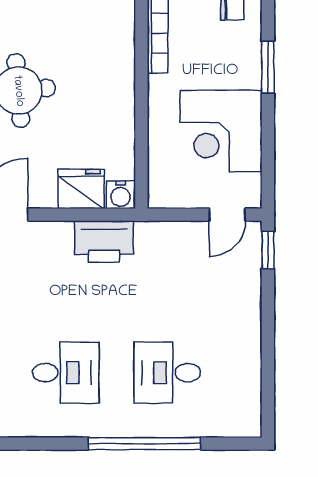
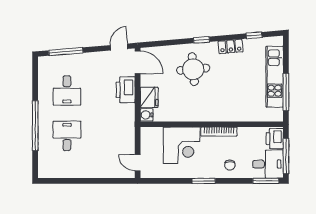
corner desk: (221, 131) -> (182, 145), moved, turned 180
printer: (104, 242) -> (126, 90), moved
window: (268, 250) -> (122, 181), removed

